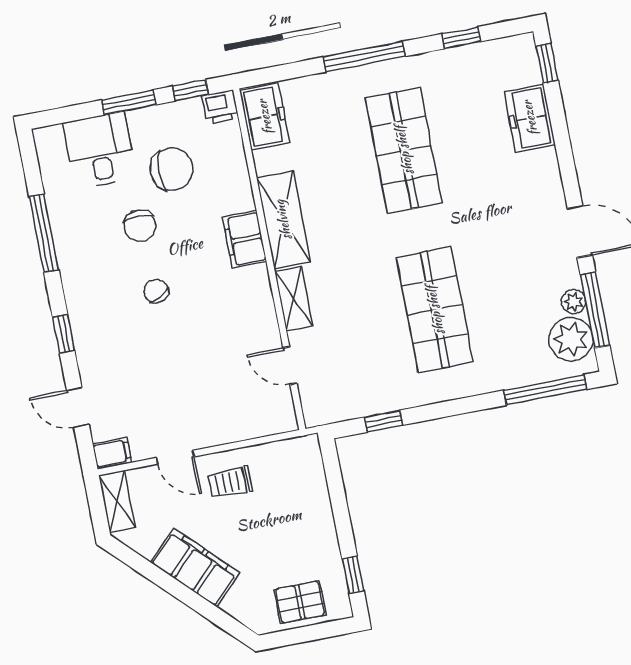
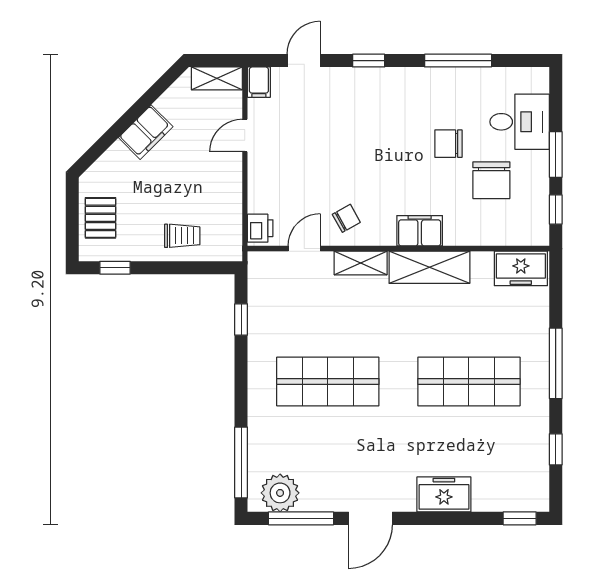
printer: (220, 107) -> (260, 228), moved, turned 180
freezer: (530, 118) -> (444, 494), moved
chair: (156, 291) -> (346, 218), moved
plant: (574, 302) -> (312, 501), removed
trolley: (230, 482) -> (182, 236), moved, turned 90
filing cabinet: (195, 567) -> (146, 132), width x0.67, depth x0.86

